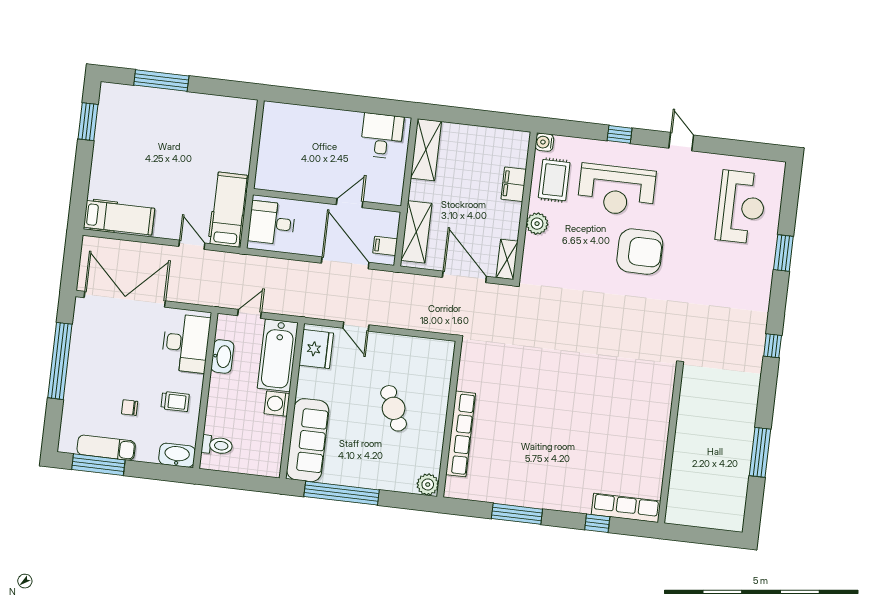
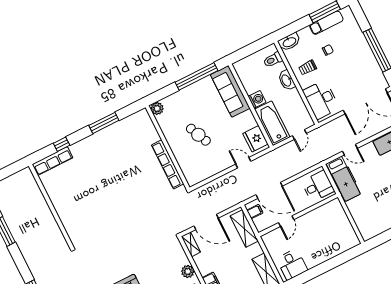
washbasin: (222, 356) -> (287, 80), moved
row of seats: (461, 434) -> (168, 164), moved

